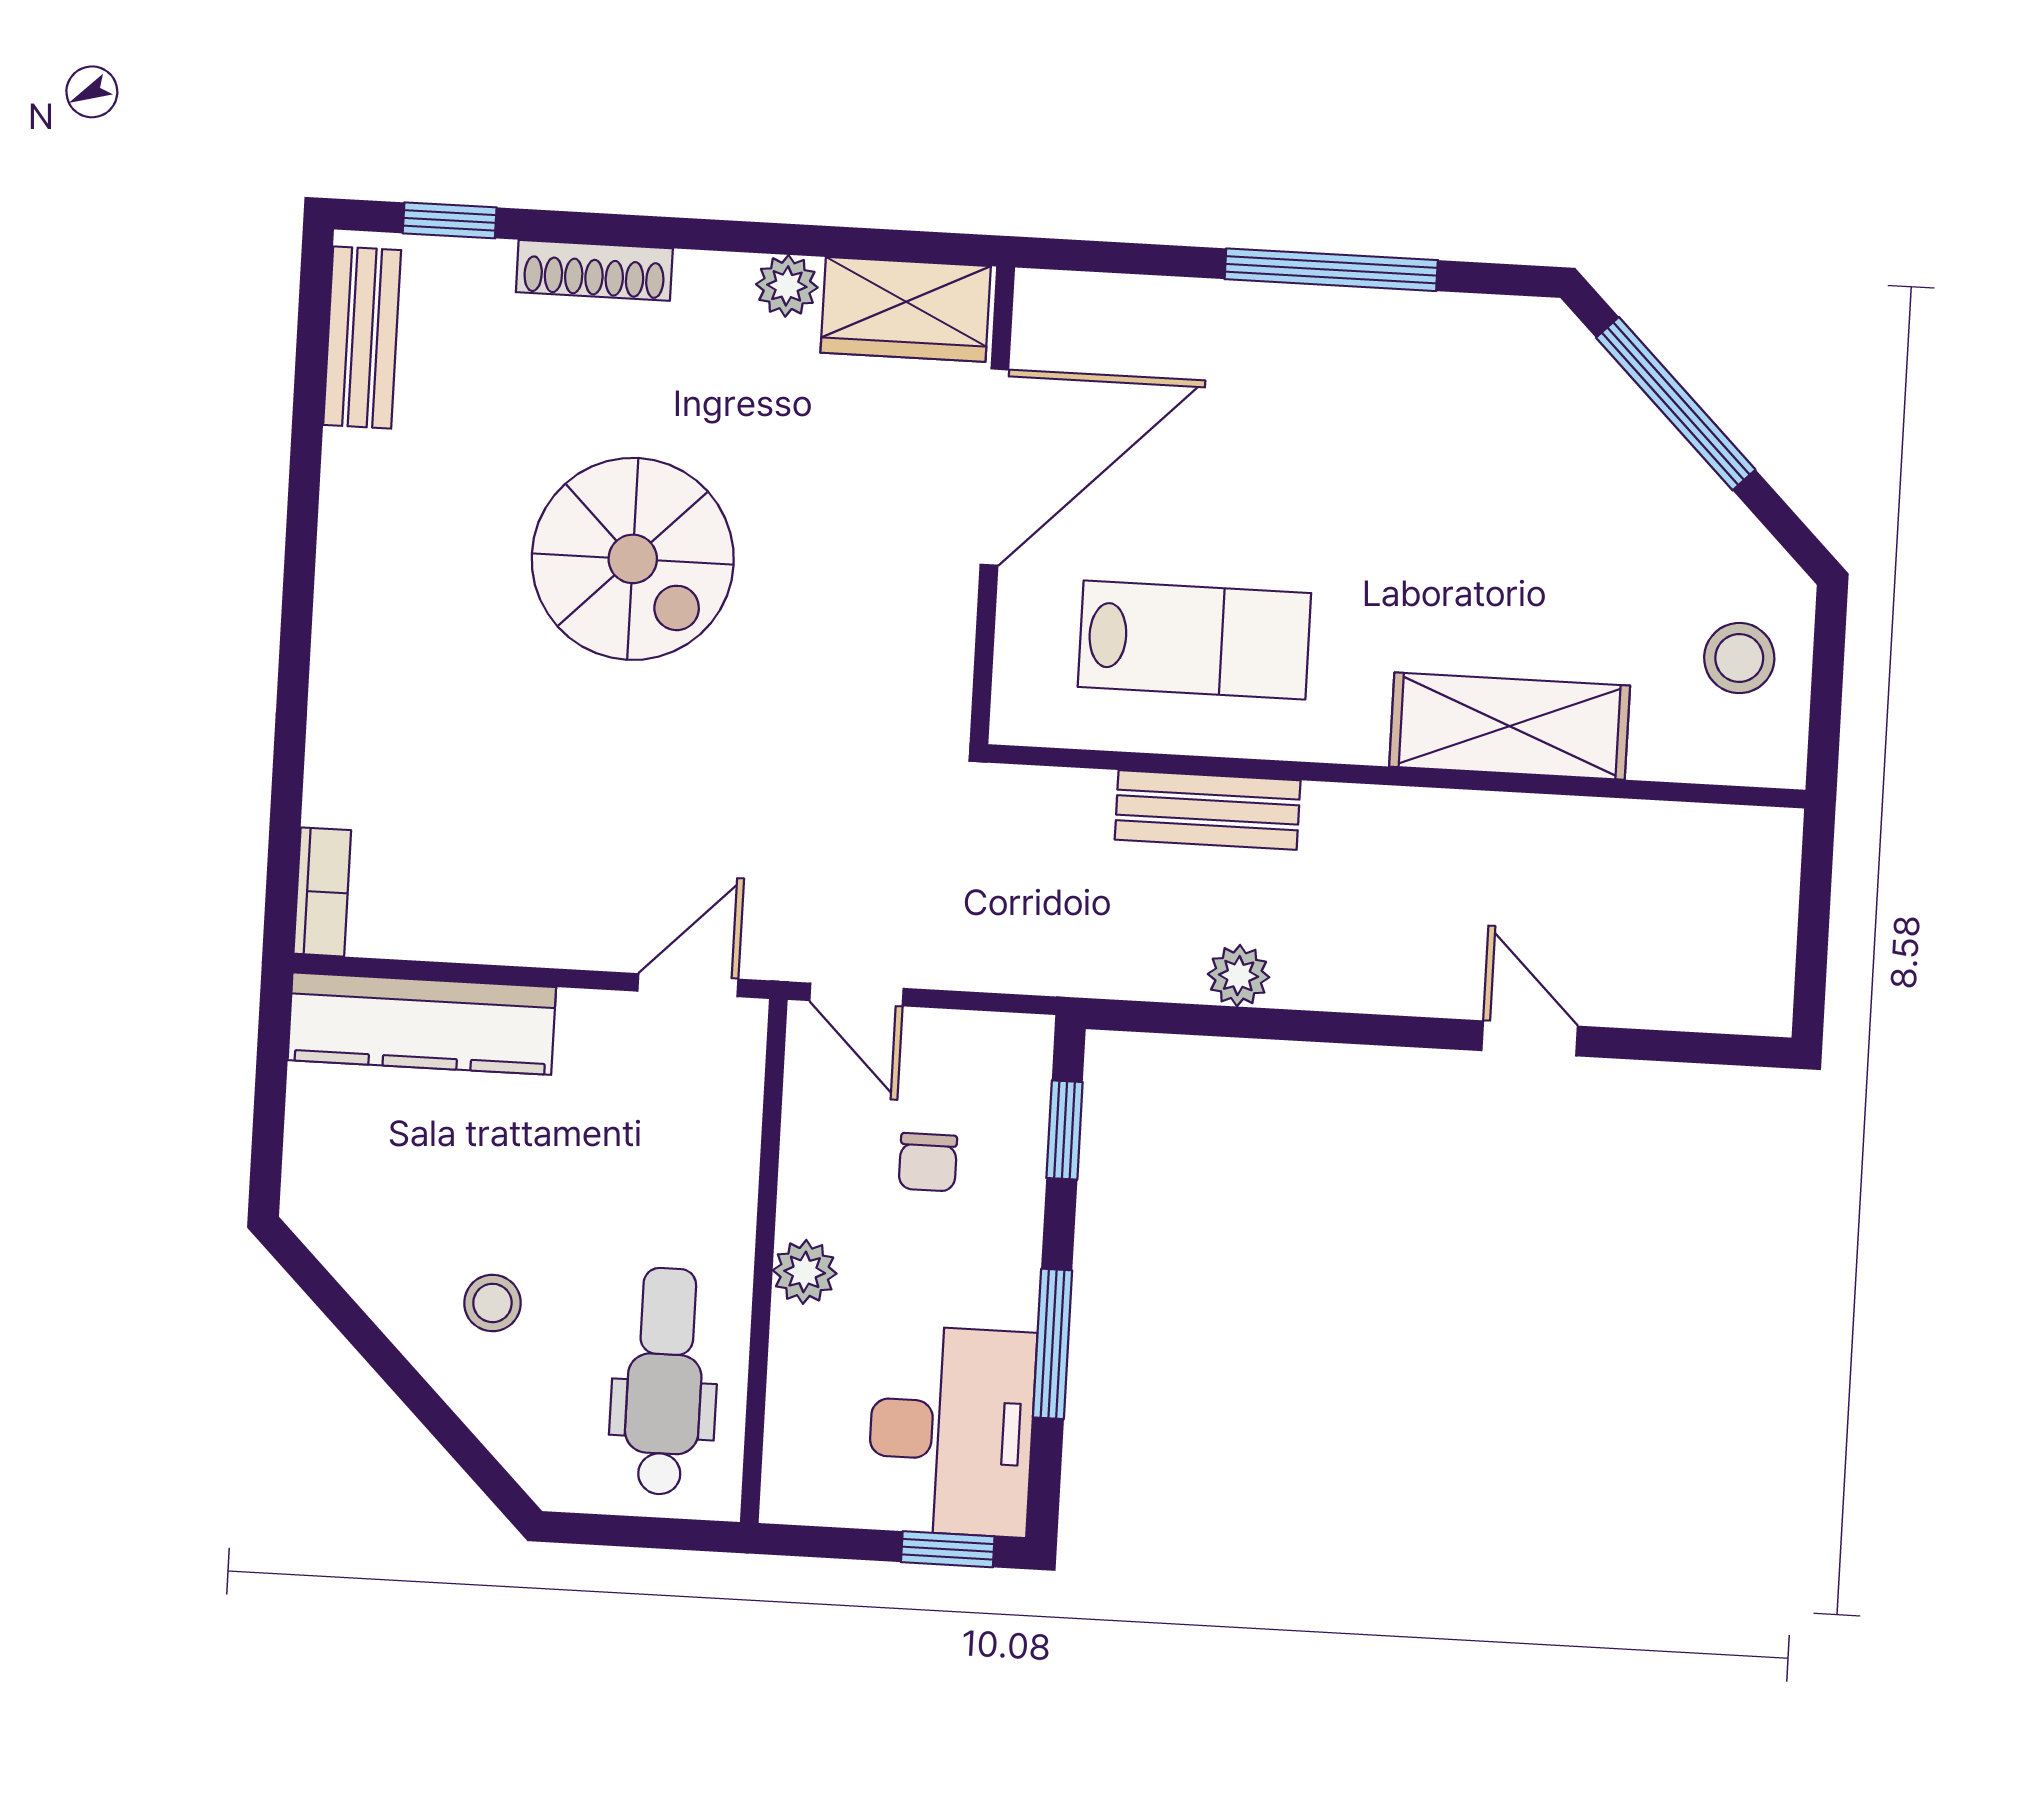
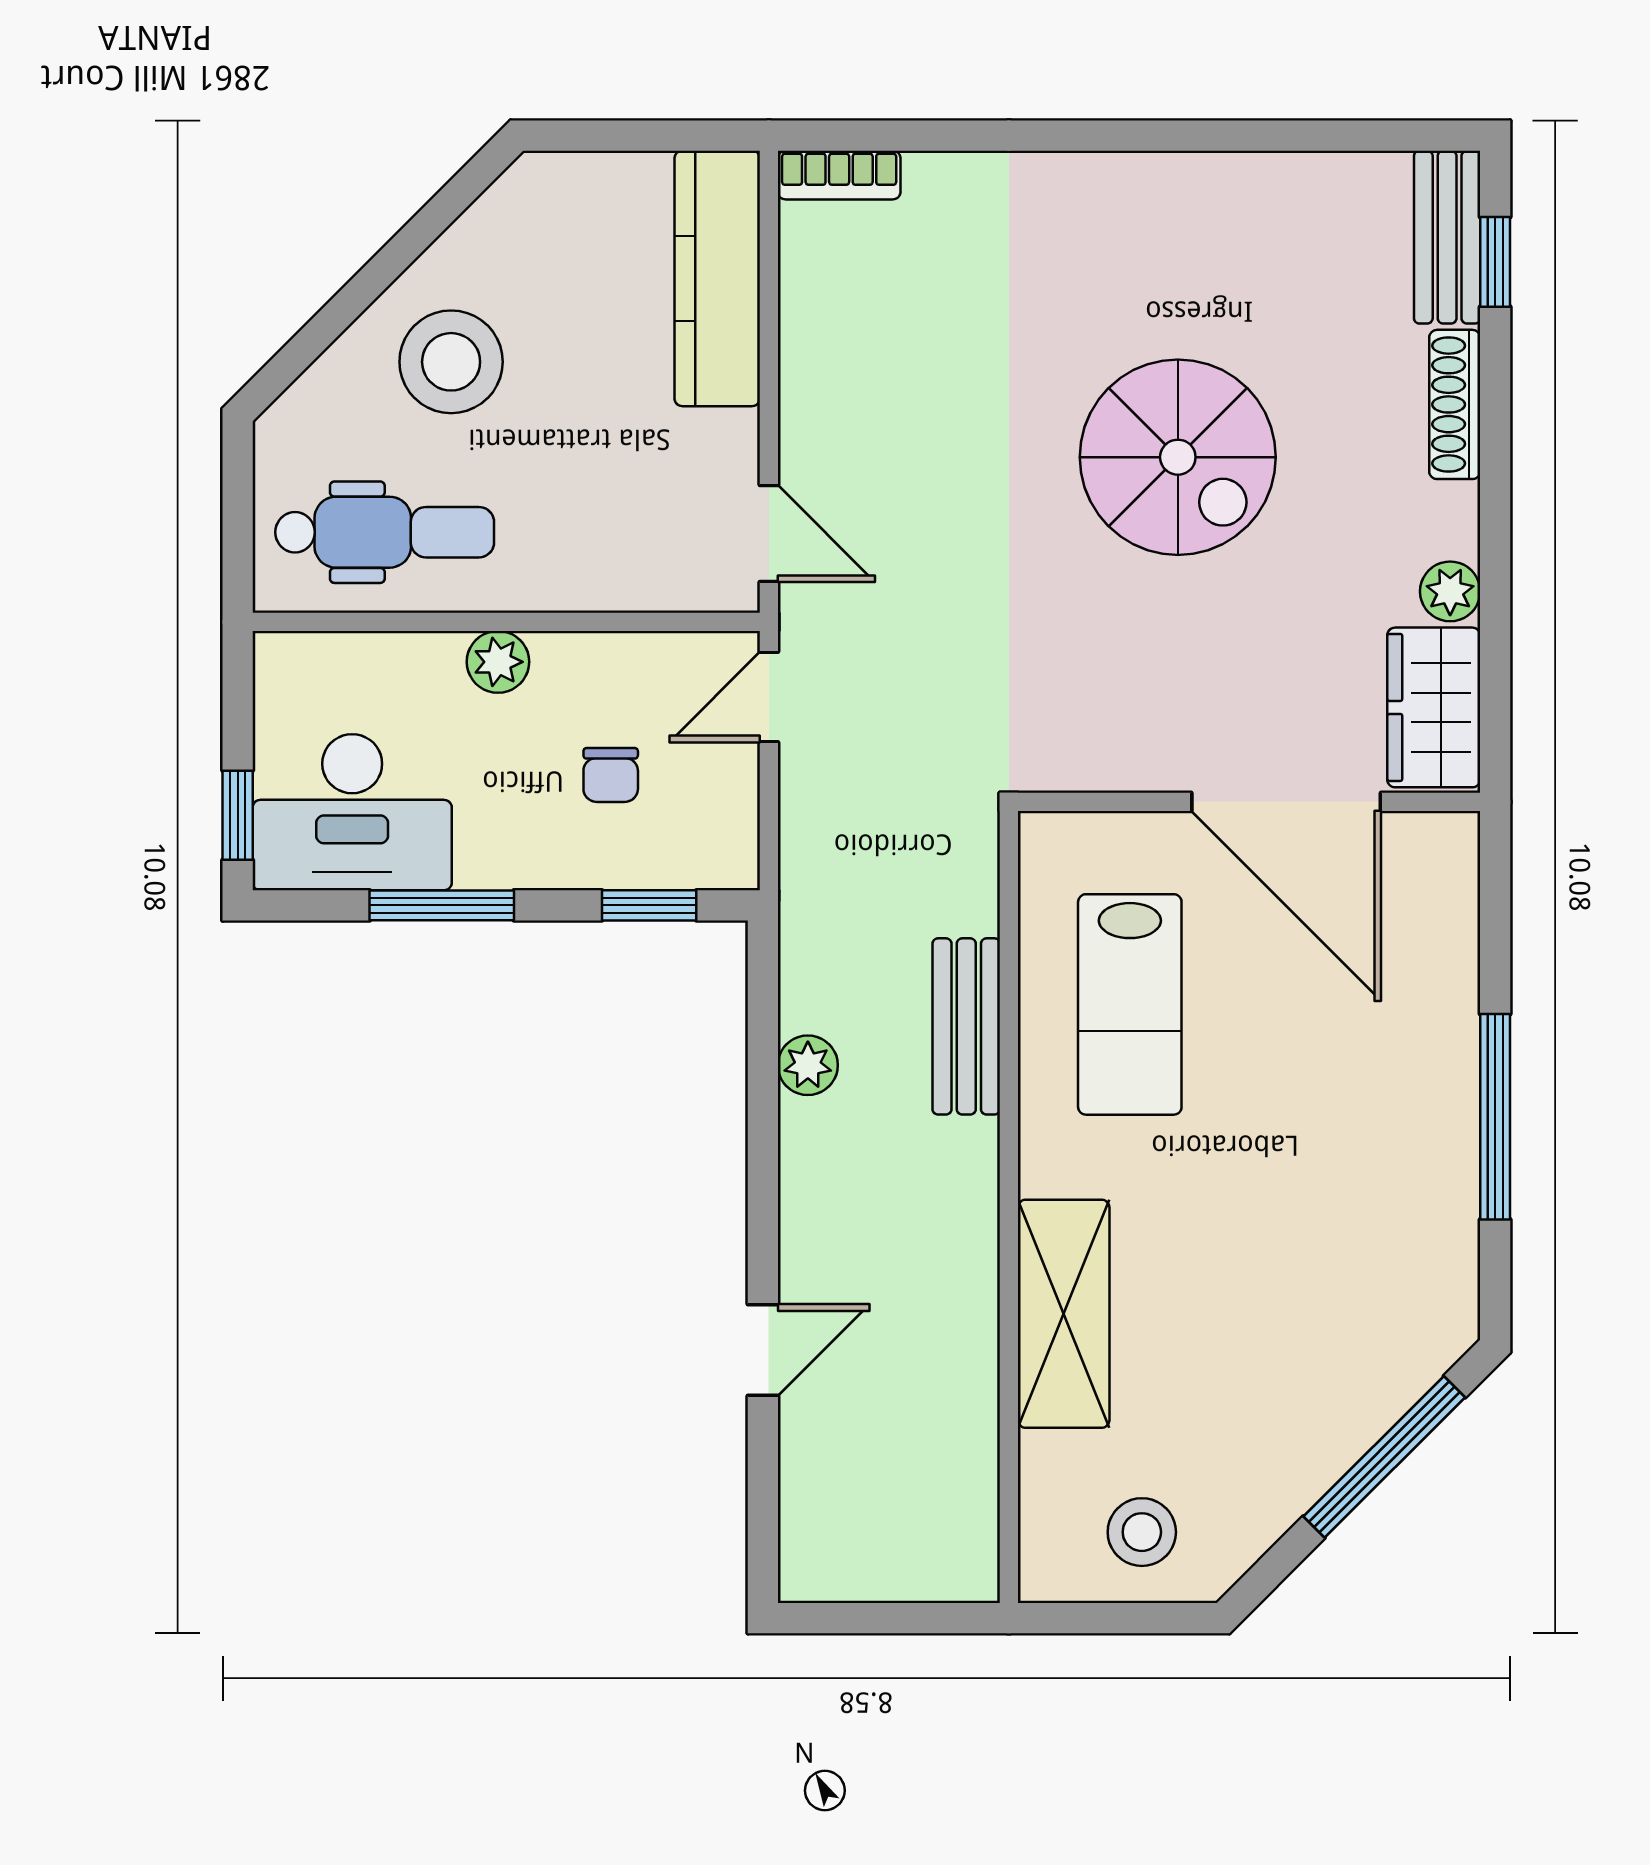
bench: (362, 337) -> (1447, 237), moved, turned 90
spiral stairs: (633, 559) -> (1178, 457), turned -90
chair: (928, 1162) -> (611, 775), turned -90
stool: (492, 1303) -> (451, 362), width x1.89, depth x1.89

